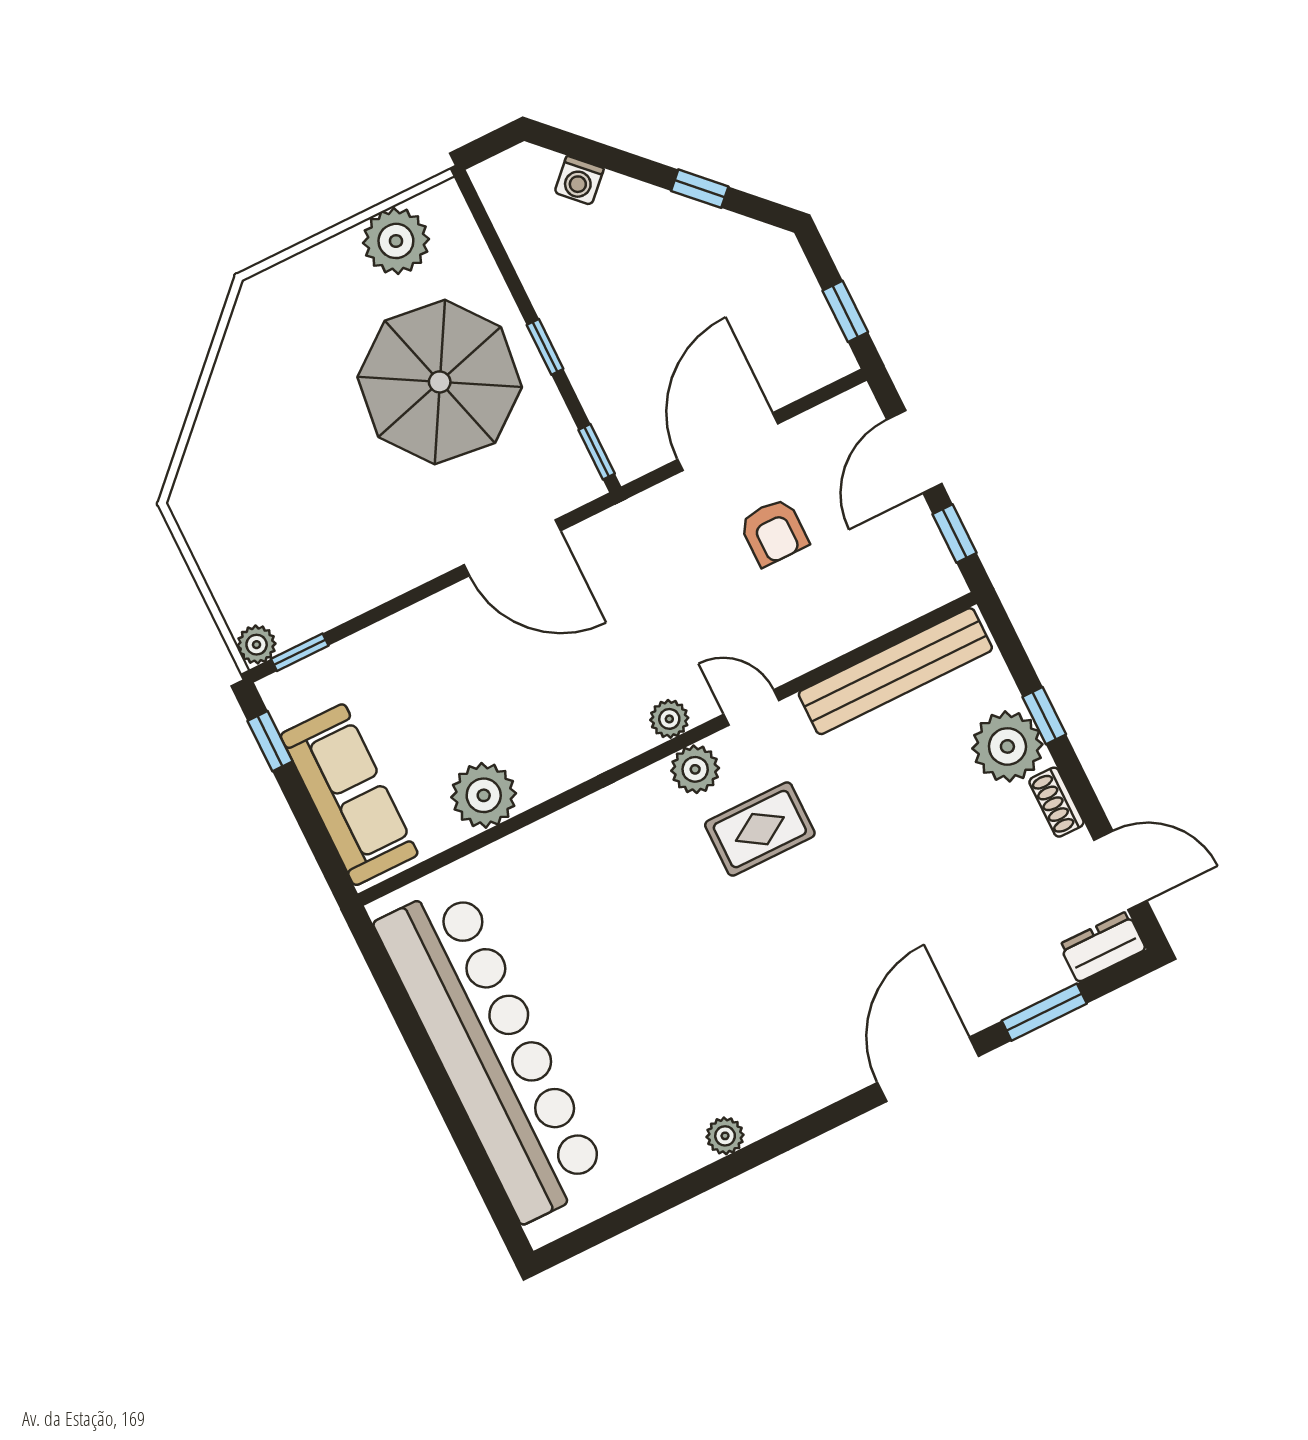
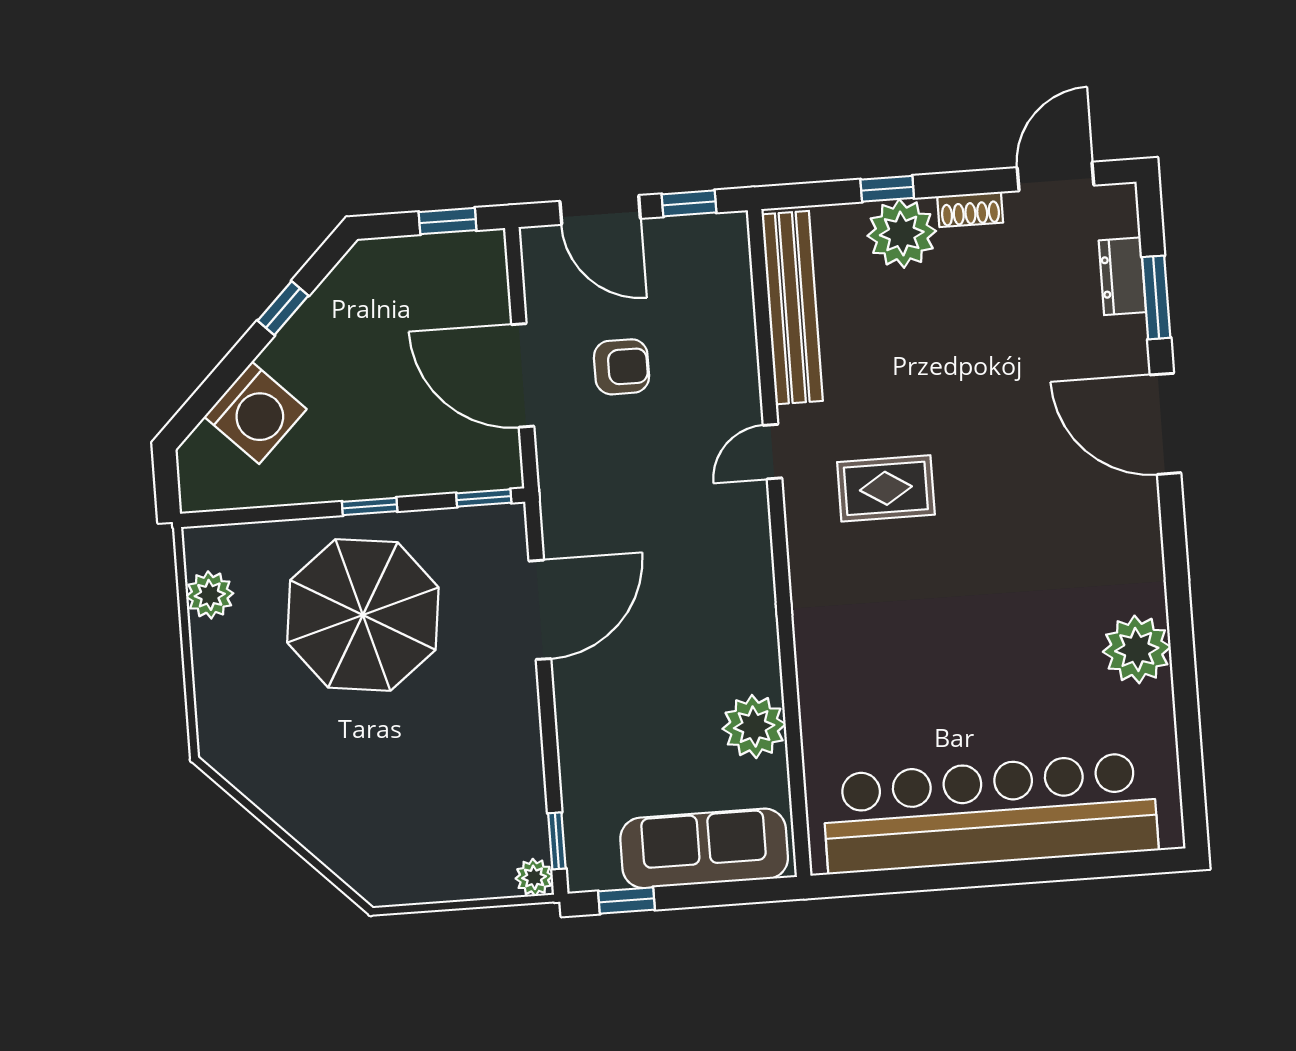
washing machine: (579, 180) -> (255, 413), width x1.89, depth x1.89
plant: (396, 241) -> (210, 595), width x0.73, depth x0.73
plant: (669, 719) -> (753, 530), removed
plant: (695, 769) -> (808, 525), removed
rug: (760, 829) -> (886, 488), turned 90
dresser: (1103, 947) -> (1122, 276), moved
plant: (725, 1136) -> (1137, 649), width x1.88, depth x1.88

